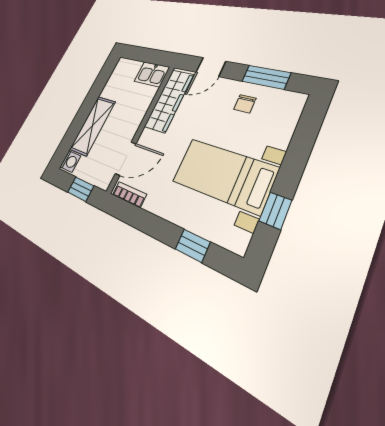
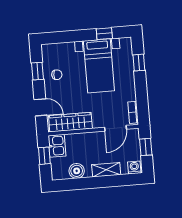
window: (150, 56) -> (44, 156), added
window: (266, 77) -> (37, 71), width x0.67
boiler: (112, 89) -> (77, 171), added
shelving: (93, 126) -> (106, 170), width x0.67, depth x0.75
door: (126, 159) -> (116, 128), swing flipped

